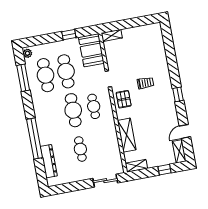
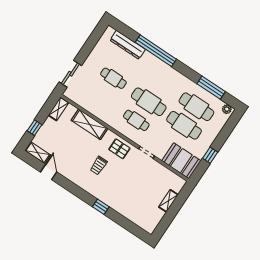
shelving: (112, 35) -> (168, 201), moved
trolley: (145, 83) -> (99, 166), moved
window: (178, 94) -> (101, 207), moved

